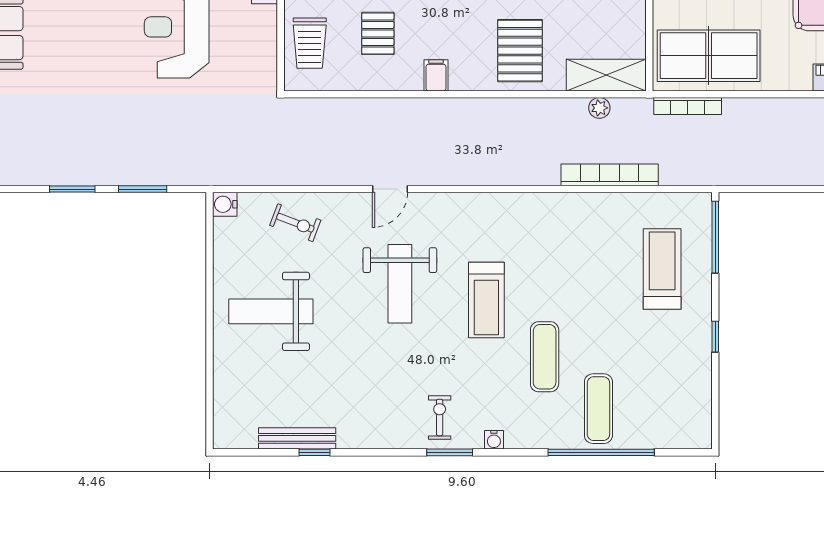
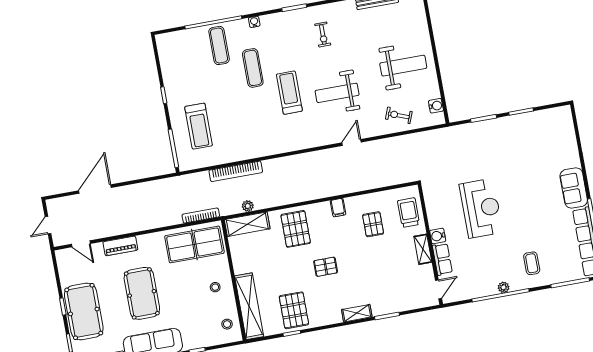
water cooler: (225, 204) -> (436, 106), moved
weight bench: (400, 284) -> (337, 93), turned -90
exercise bike: (440, 417) -> (323, 35), moved
water cooler: (494, 440) -> (254, 22), moved

